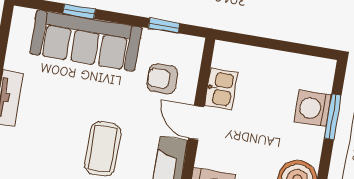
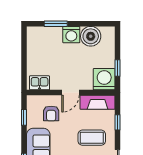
kitchen sink: (221, 89) -> (40, 83), moved
washing machine: (313, 108) -> (71, 35), moved

